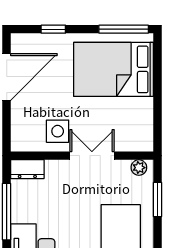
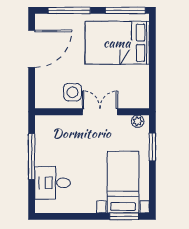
window: (53, 29) -> (69, 10), width x2.17
dresser: (27, 169) -> (48, 123), removed

